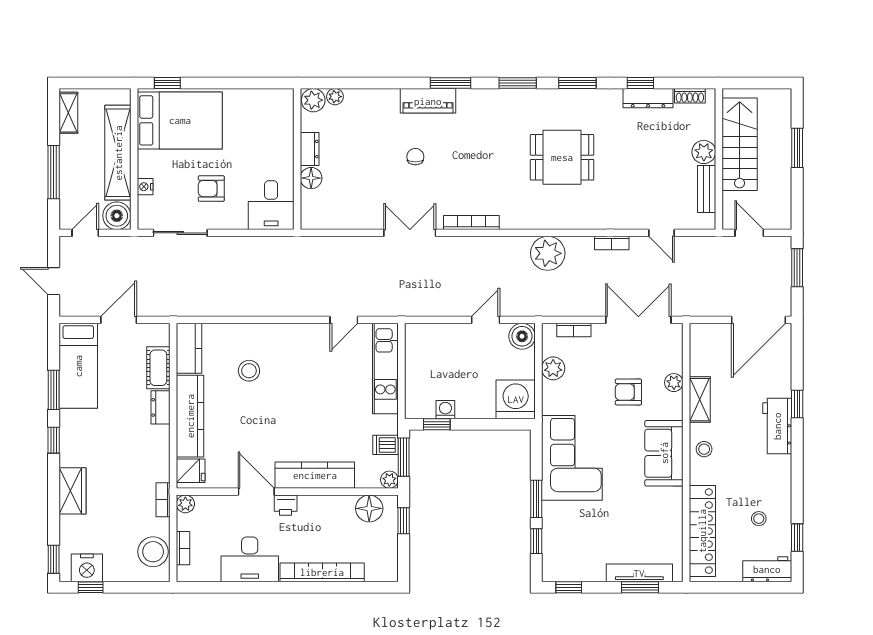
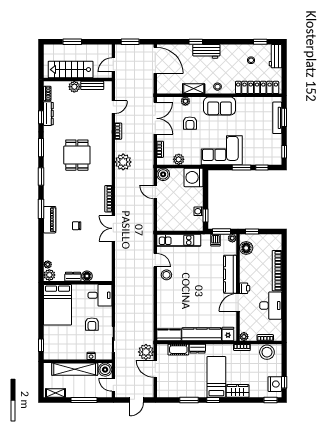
bed: (180, 120) -> (58, 305), moved, turned 180
plant: (154, 301) -> (146, 352), added
double door: (638, 320) -> (155, 118), swing flipped
bed: (78, 366) -> (216, 377), moved, turned -90
stool: (249, 371) -> (166, 275), moved

